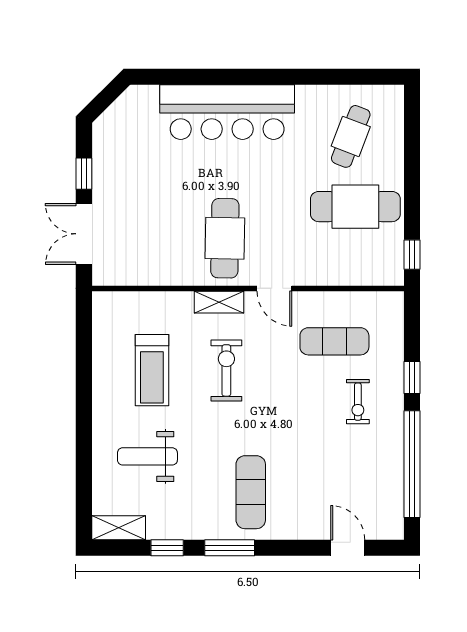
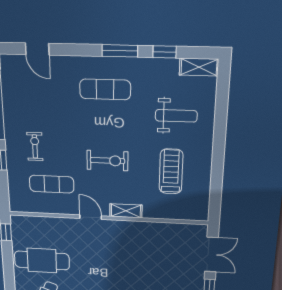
cafe table: (225, 238) -> (122, 247), removed
exercise bike: (226, 370) -> (107, 161), moved, turned -90
exercise mat: (251, 492) -> (105, 89), turned 90

